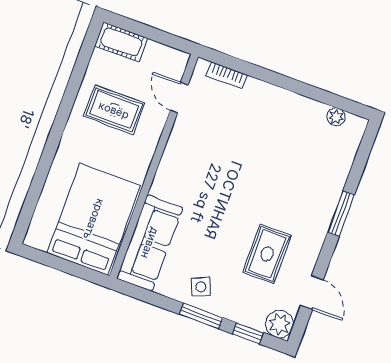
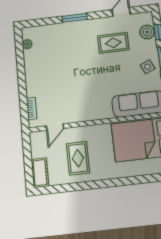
plant: (280, 324) -> (147, 32), moved

